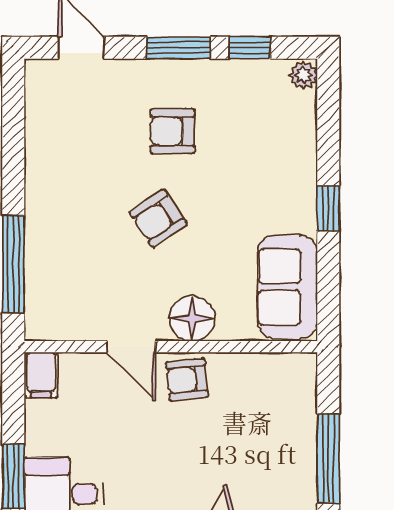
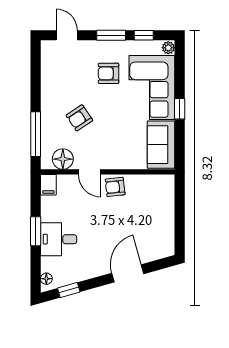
corner sofa: (267, 162) -> (152, 87), added
armchair: (158, 218) -> (79, 118), moved
floor lamp: (192, 318) -> (63, 159), moved
window: (328, 459) -> (180, 223), removed

